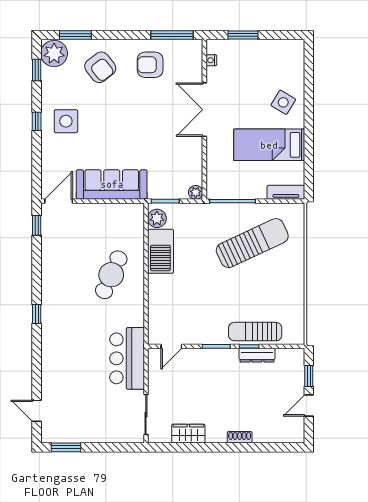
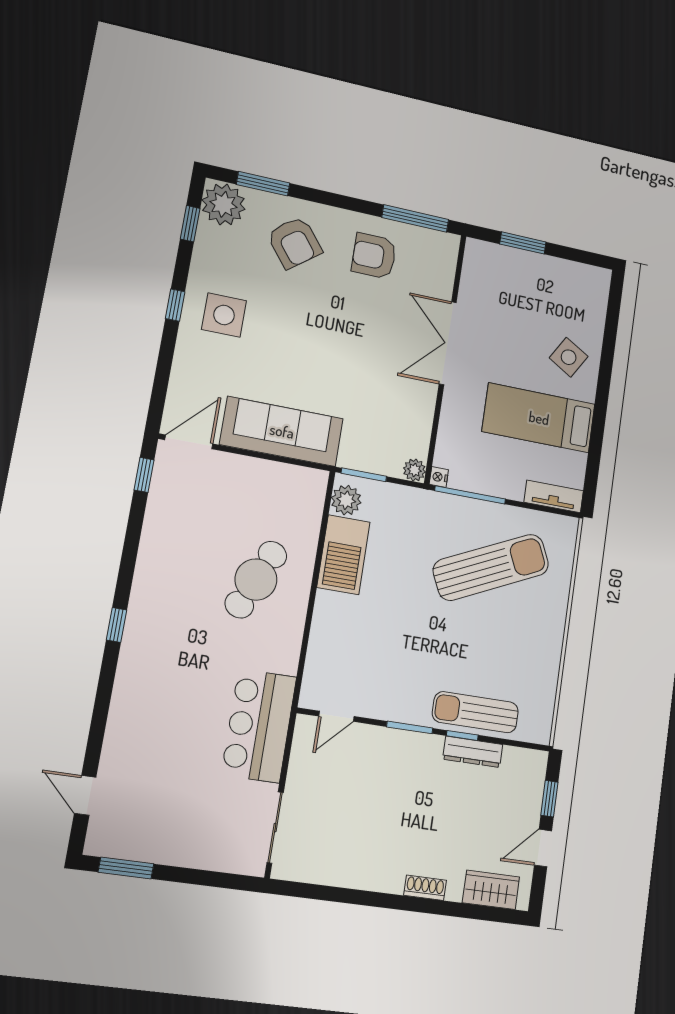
nightstand: (211, 60) -> (439, 477), moved
wardrobe: (188, 434) -> (491, 890), moved

